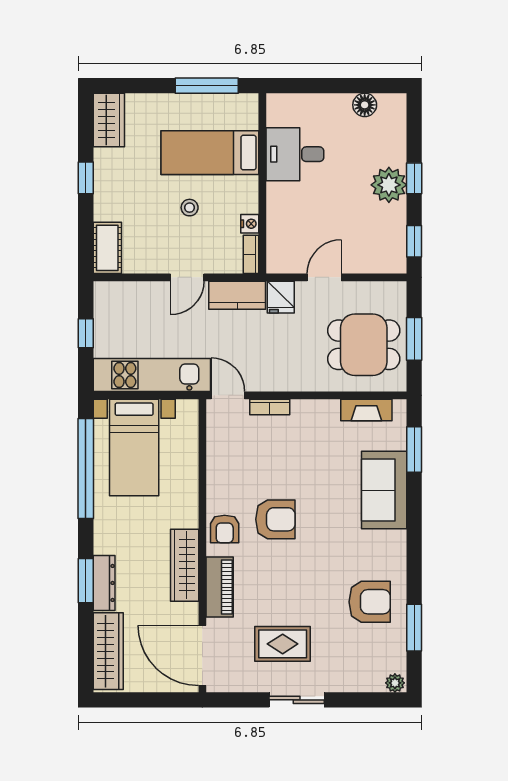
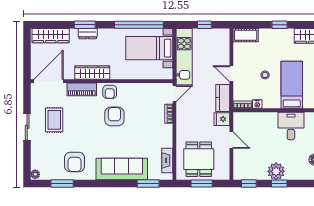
sofa: (384, 490) -> (122, 169), width x1.36
armchair: (275, 519) -> (114, 116), turned 180
armchair: (225, 529) -> (110, 92), turned -90
dresser: (104, 583) -> (88, 34), width x0.70

